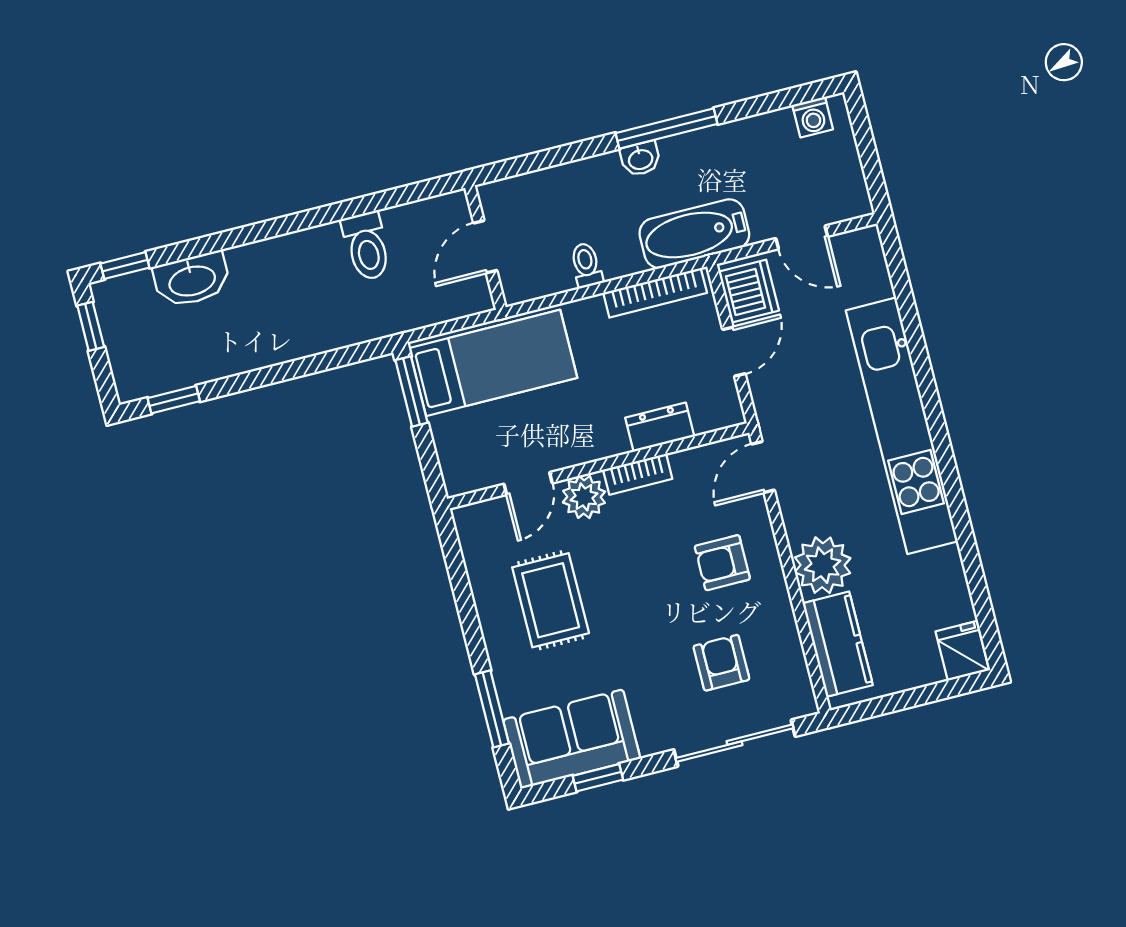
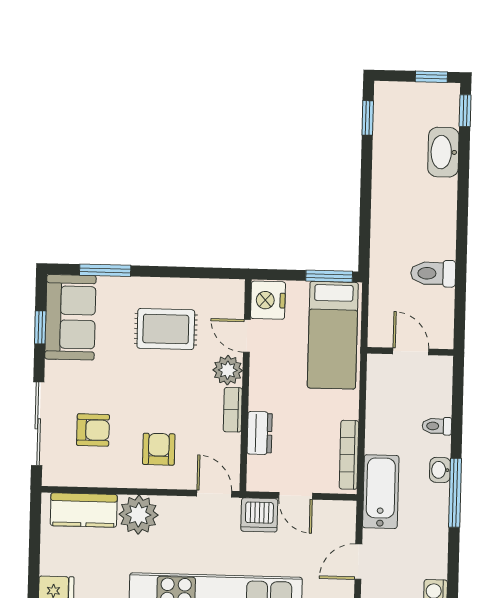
toilet: (586, 265) -> (437, 426), moved, turned 180
dishwasher: (749, 291) -> (259, 515), moved
nightstand: (470, 468) -> (268, 300), added

